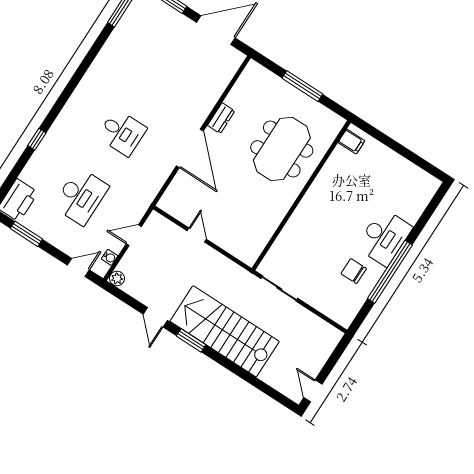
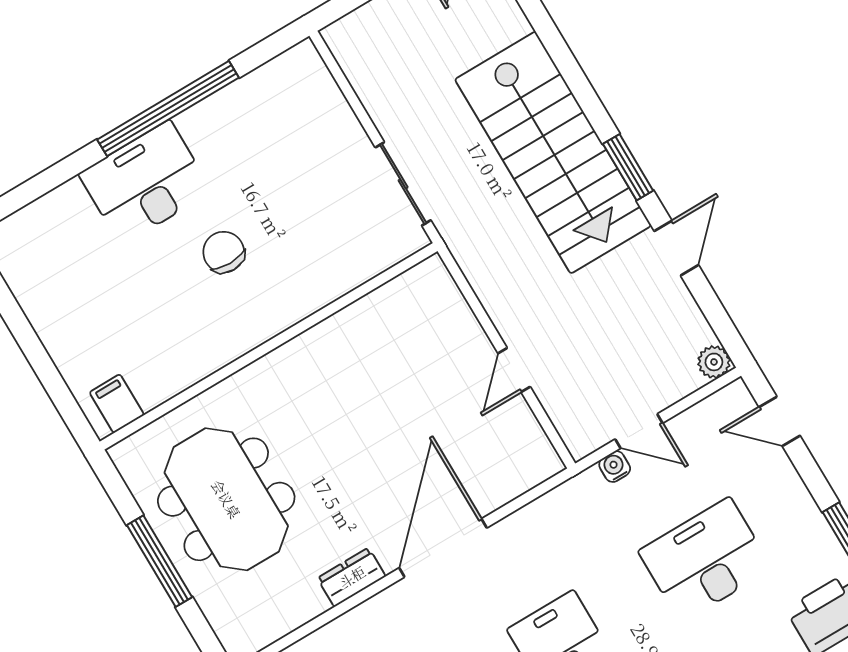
meeting table: (282, 149) -> (226, 499), moved, turned 90
water cooler: (110, 257) -> (615, 467), moved
chair: (354, 271) -> (224, 252), moved, turned 180

